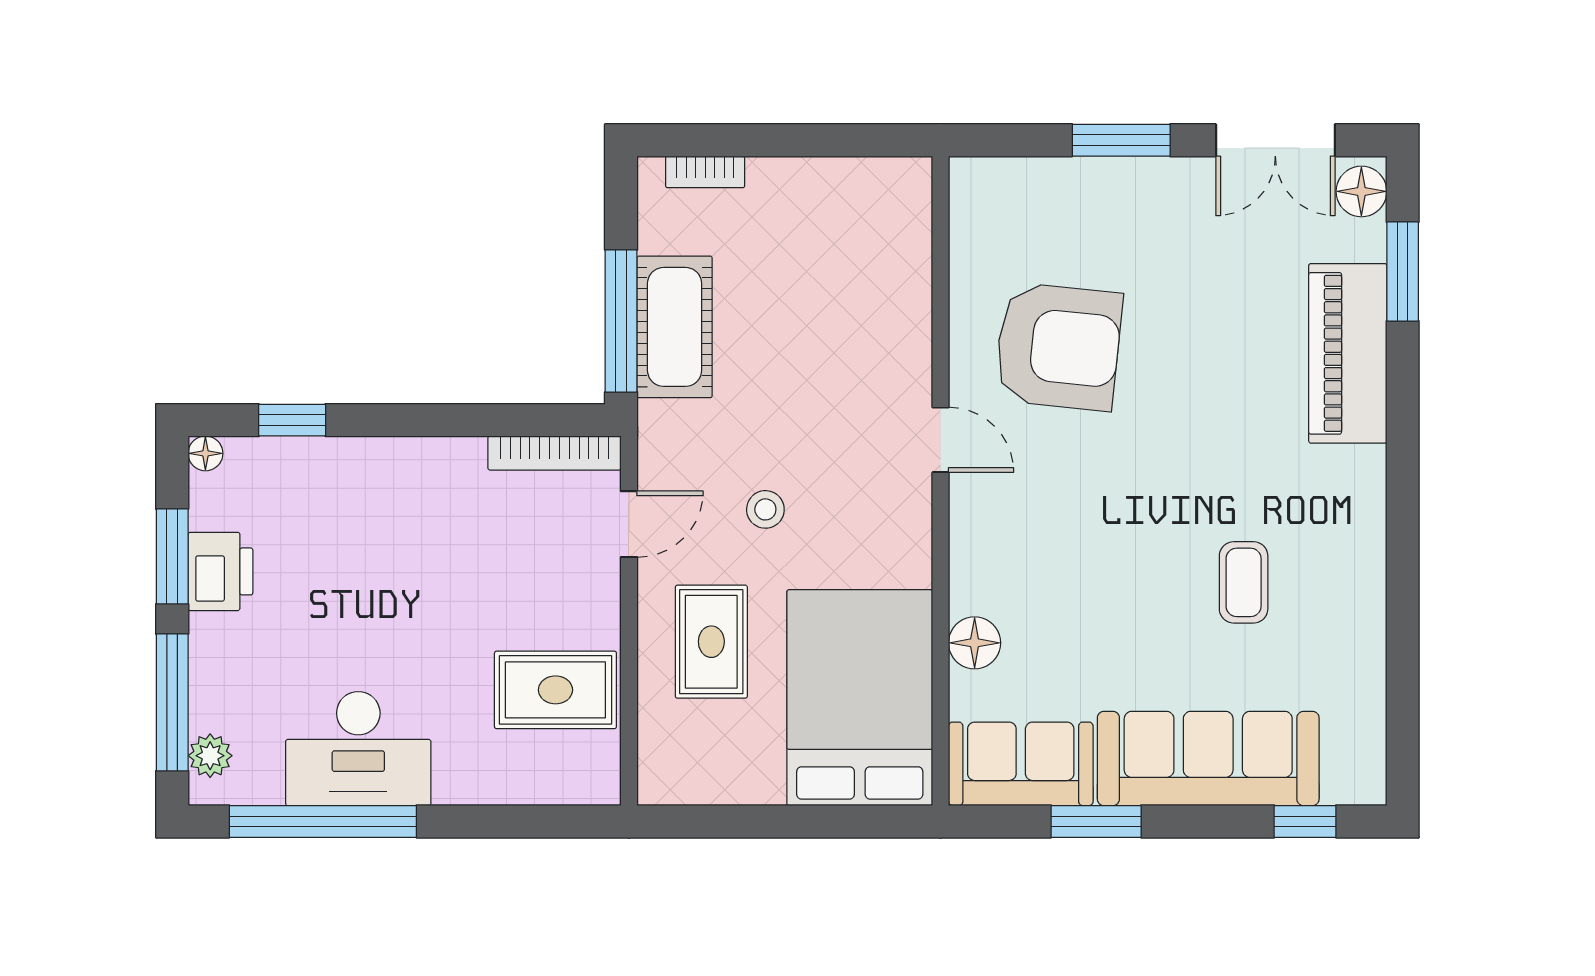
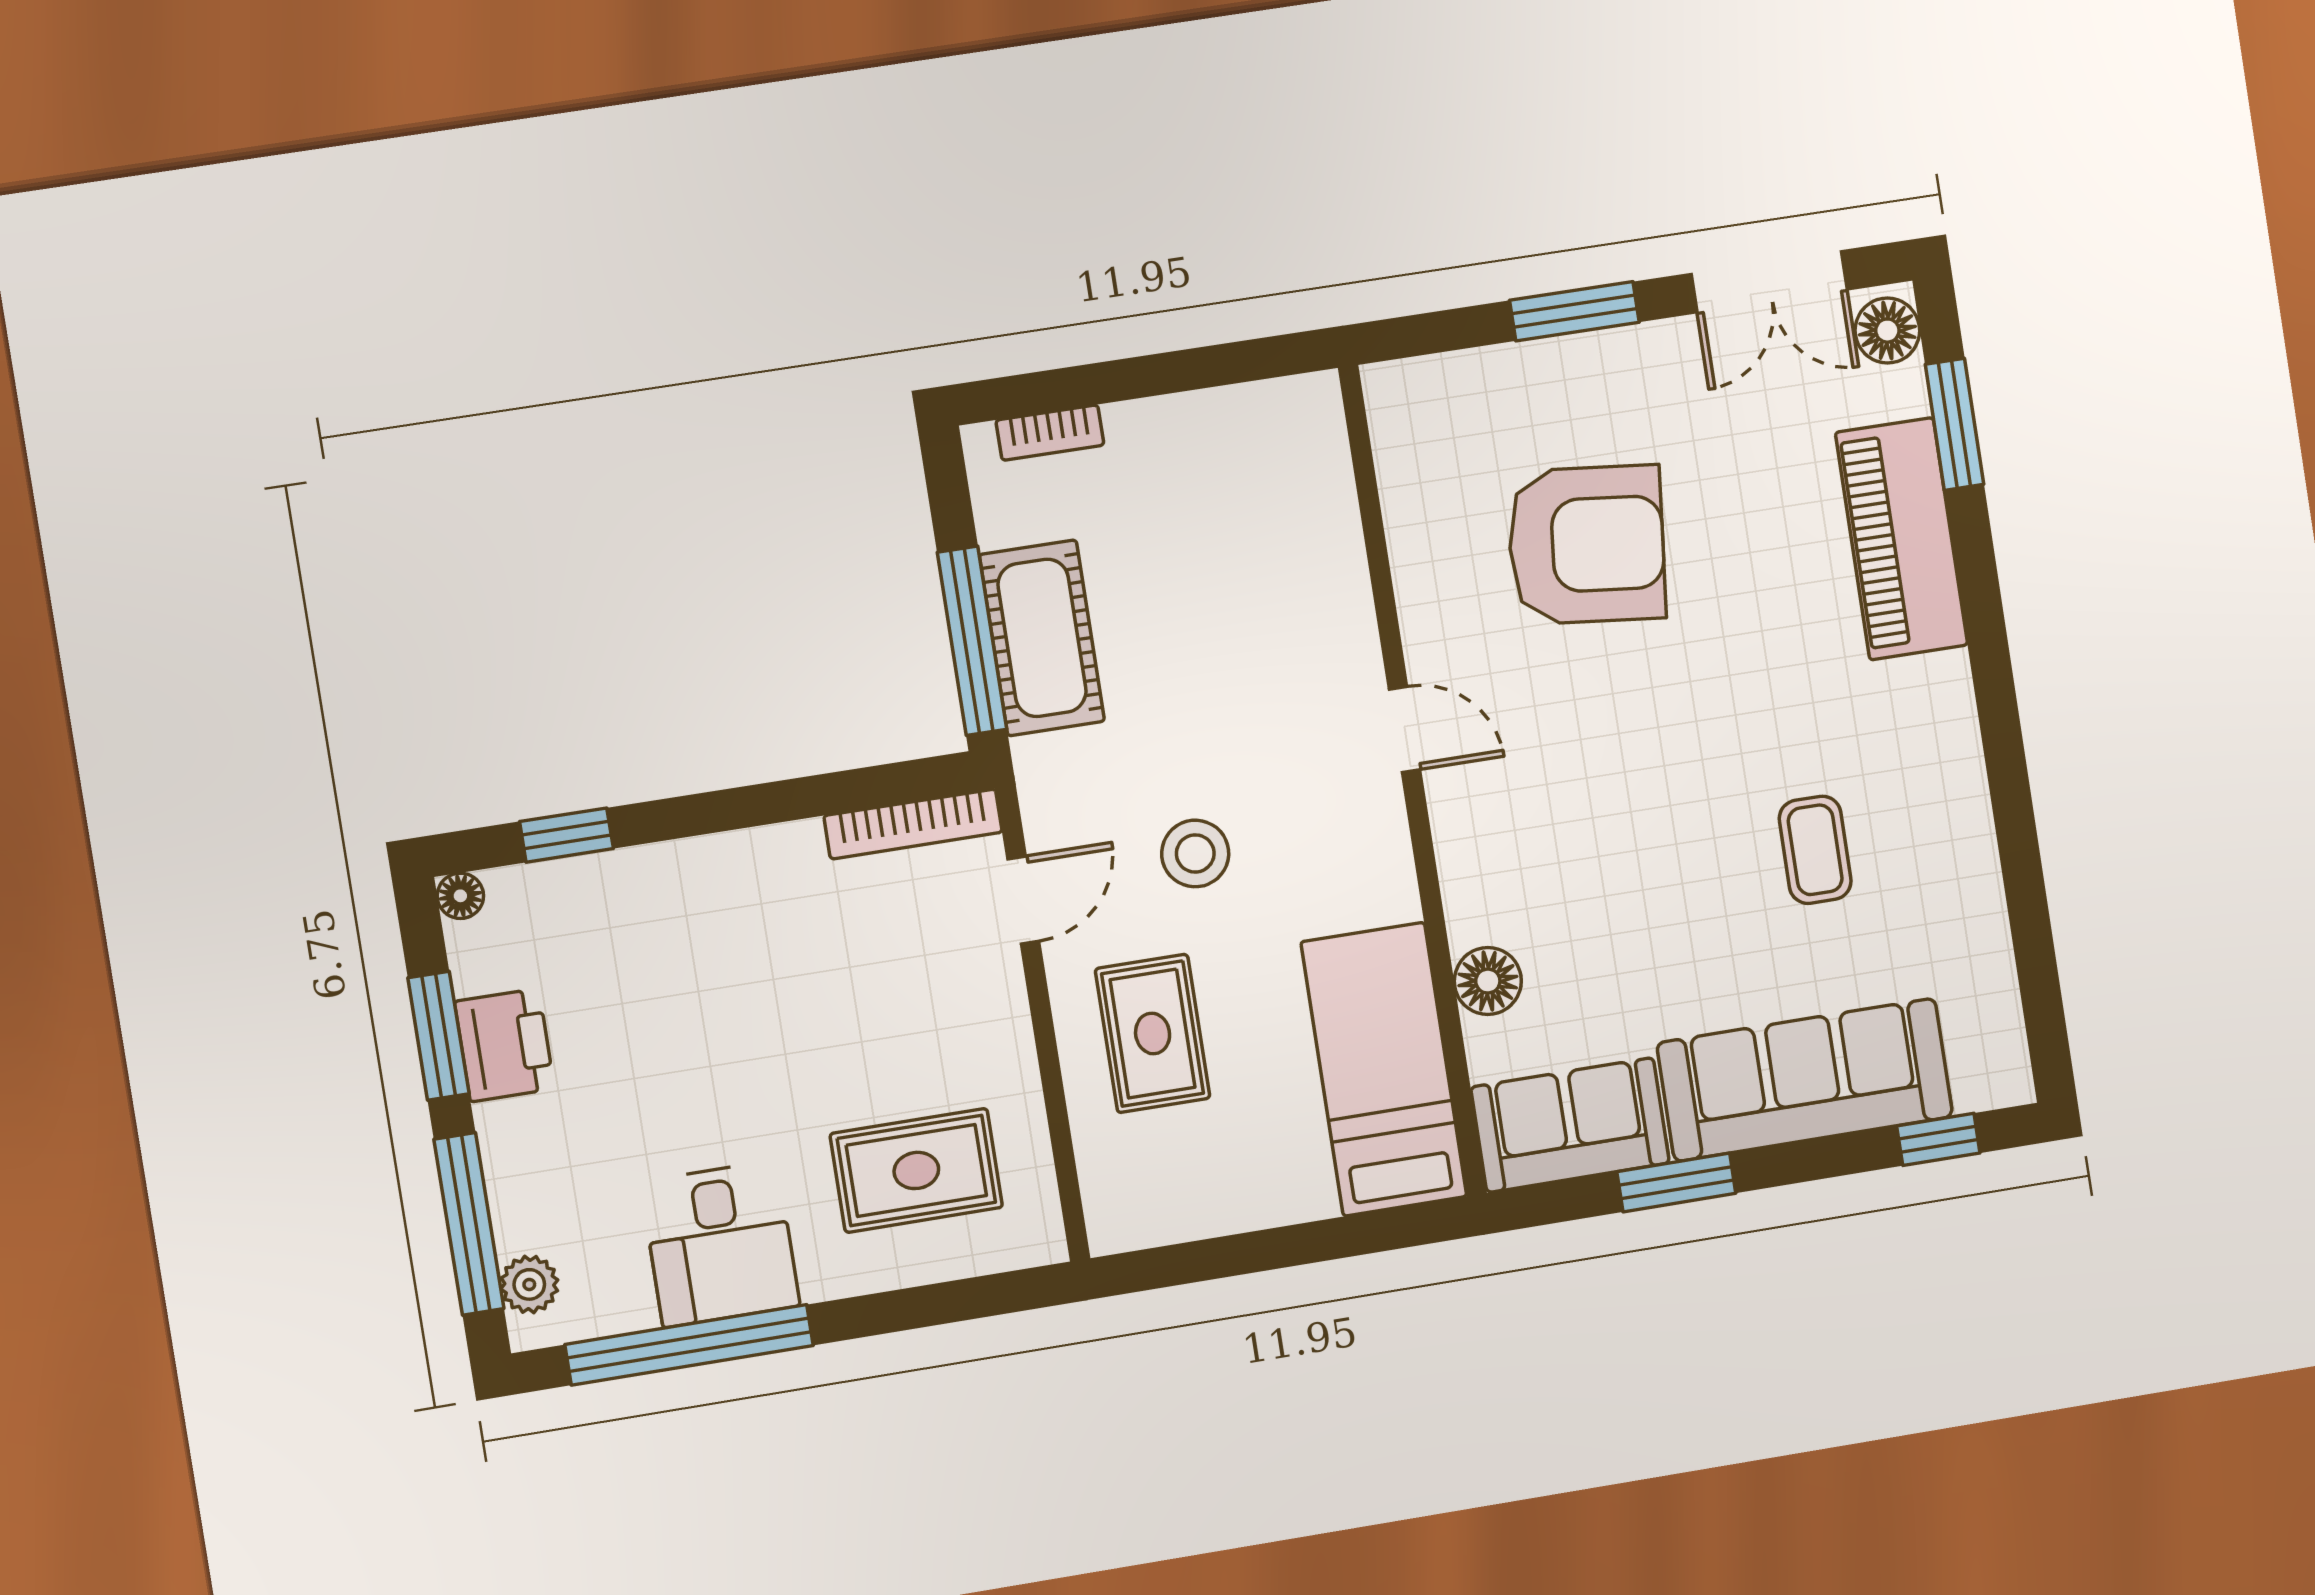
armchair: (1058, 347) -> (1586, 545), moved
stool: (765, 509) -> (1195, 853), width x1.37, depth x1.37
rug: (555, 690) -> (916, 1170), moved
bed: (860, 698) -> (1384, 1069), width x0.67
desk: (358, 749) -> (720, 1244), width x0.73

